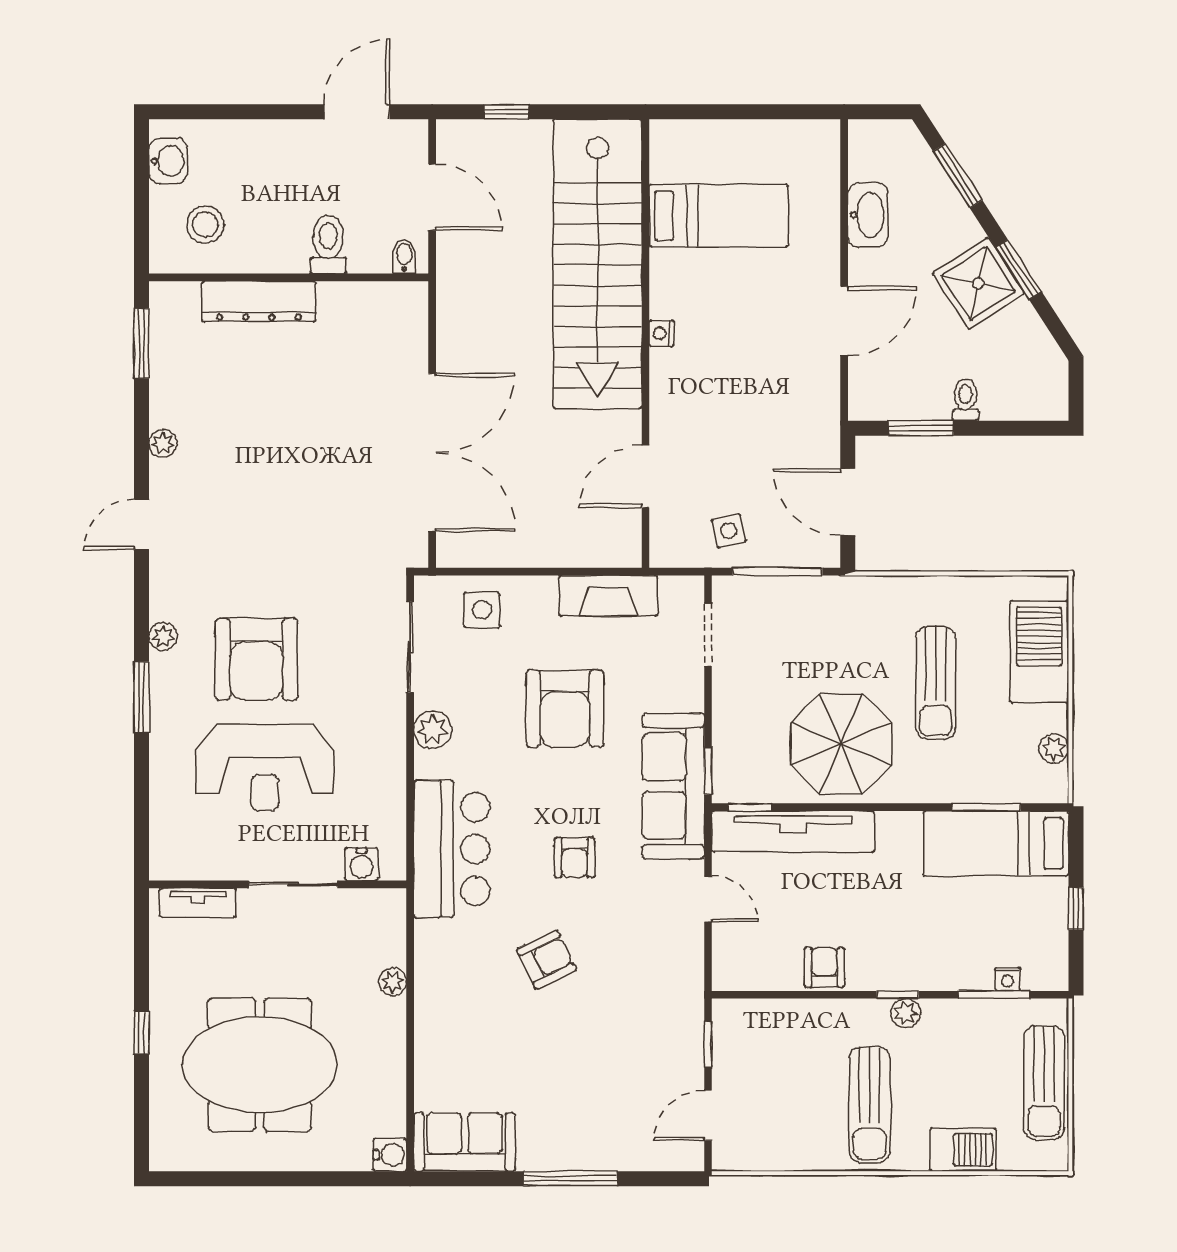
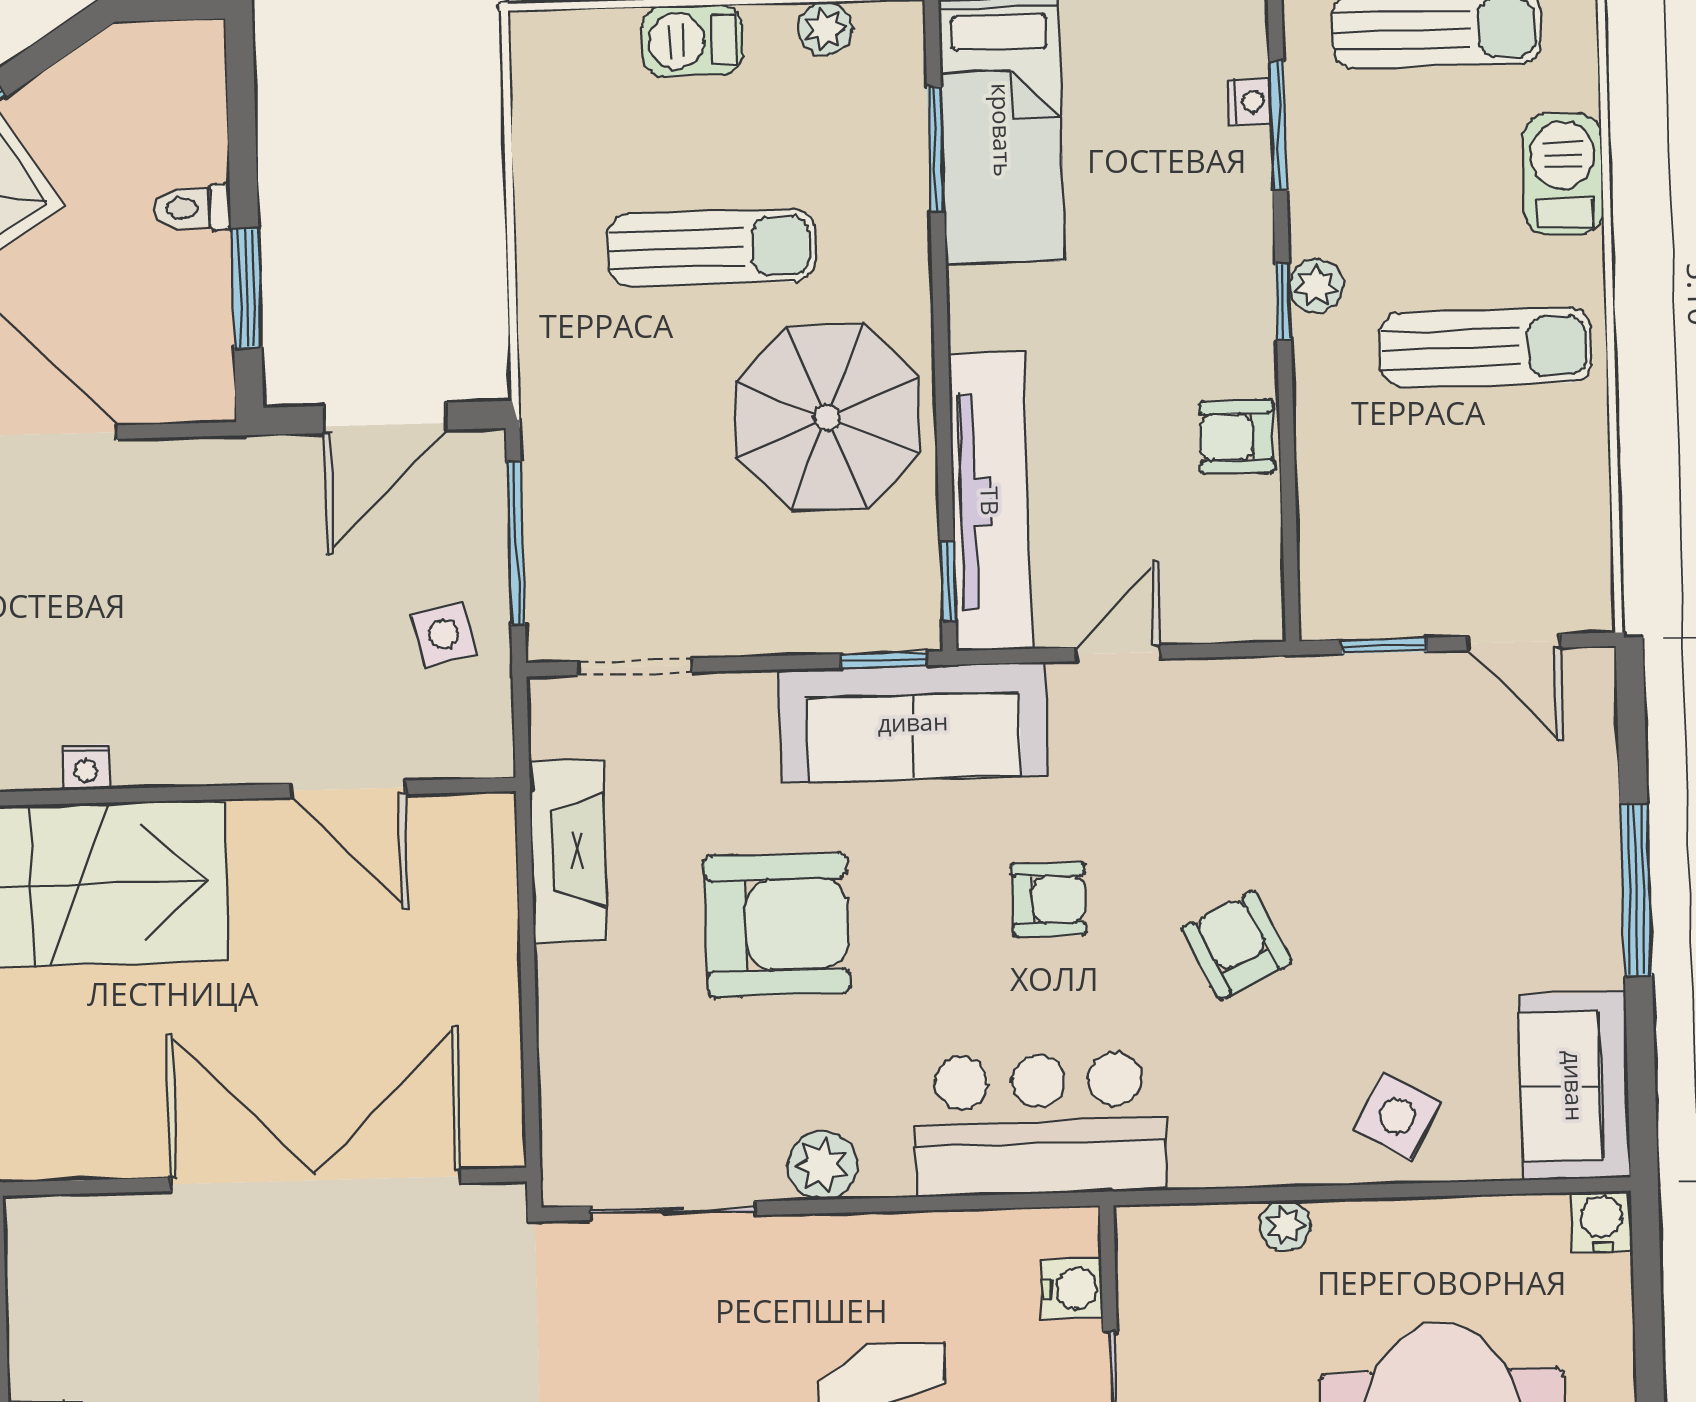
side table: (482, 610) -> (1397, 1116), moved, turned 30
barbecue: (1039, 652) -> (692, 41), width x0.53, depth x0.65

